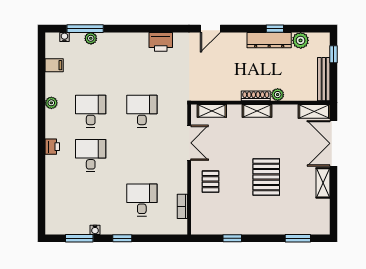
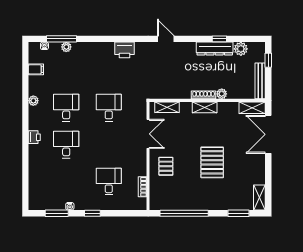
door: (210, 29) -> (166, 39), swing flipped
shelving: (323, 183) -> (259, 198), moved
window: (232, 238) -> (184, 213), width x3.17

